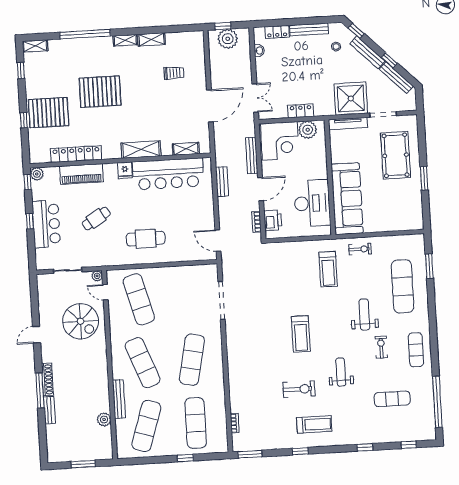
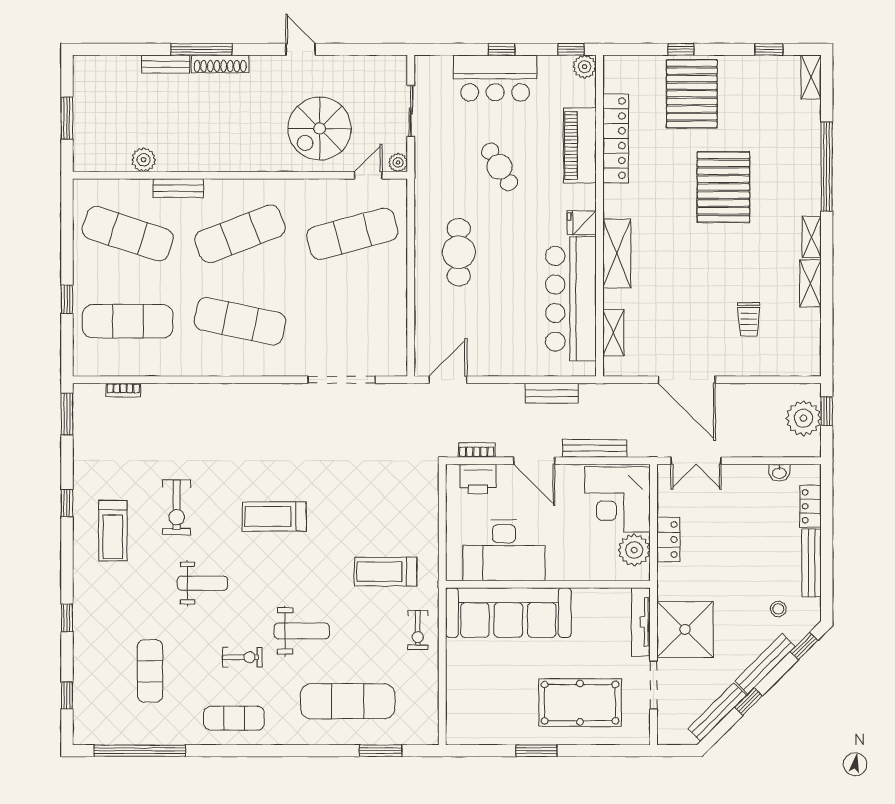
bench: (119, 399) -> (178, 188), width x0.73

